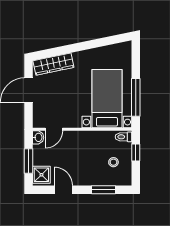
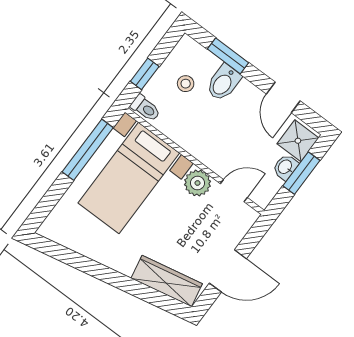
plant: (73, 120) -> (197, 183), added
washbasin: (38, 137) -> (285, 167), moved
bidet: (96, 176) -> (223, 83), added

